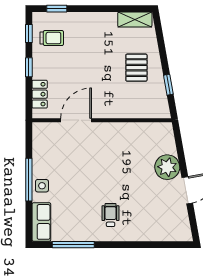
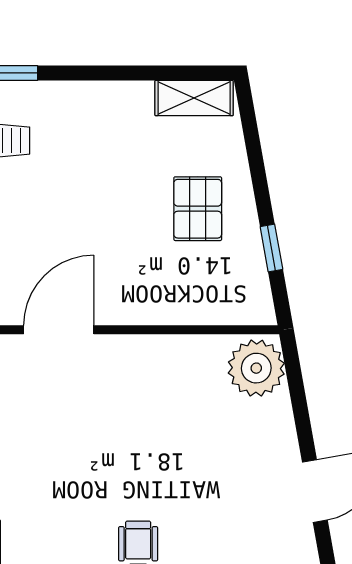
plant: (167, 167) -> (256, 368), moved

